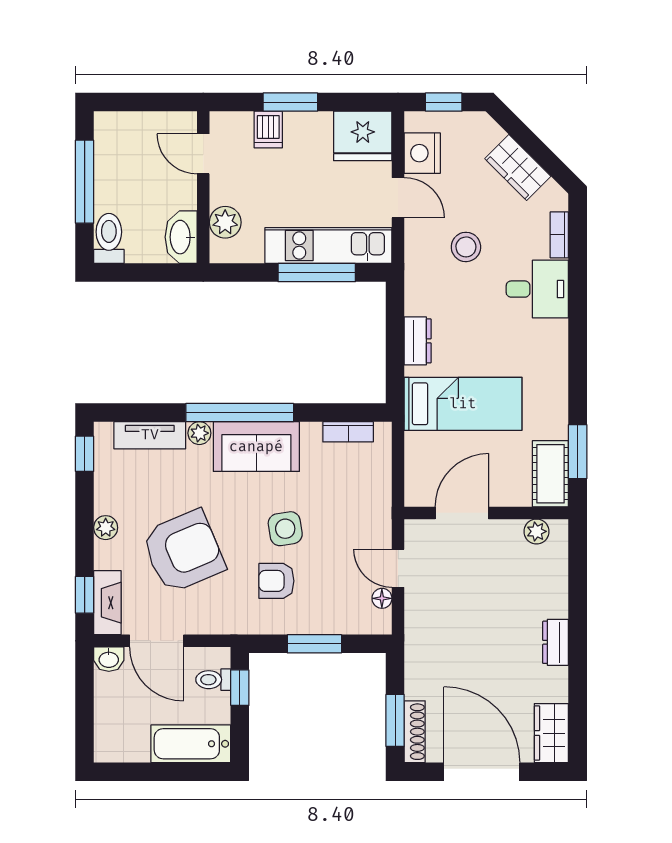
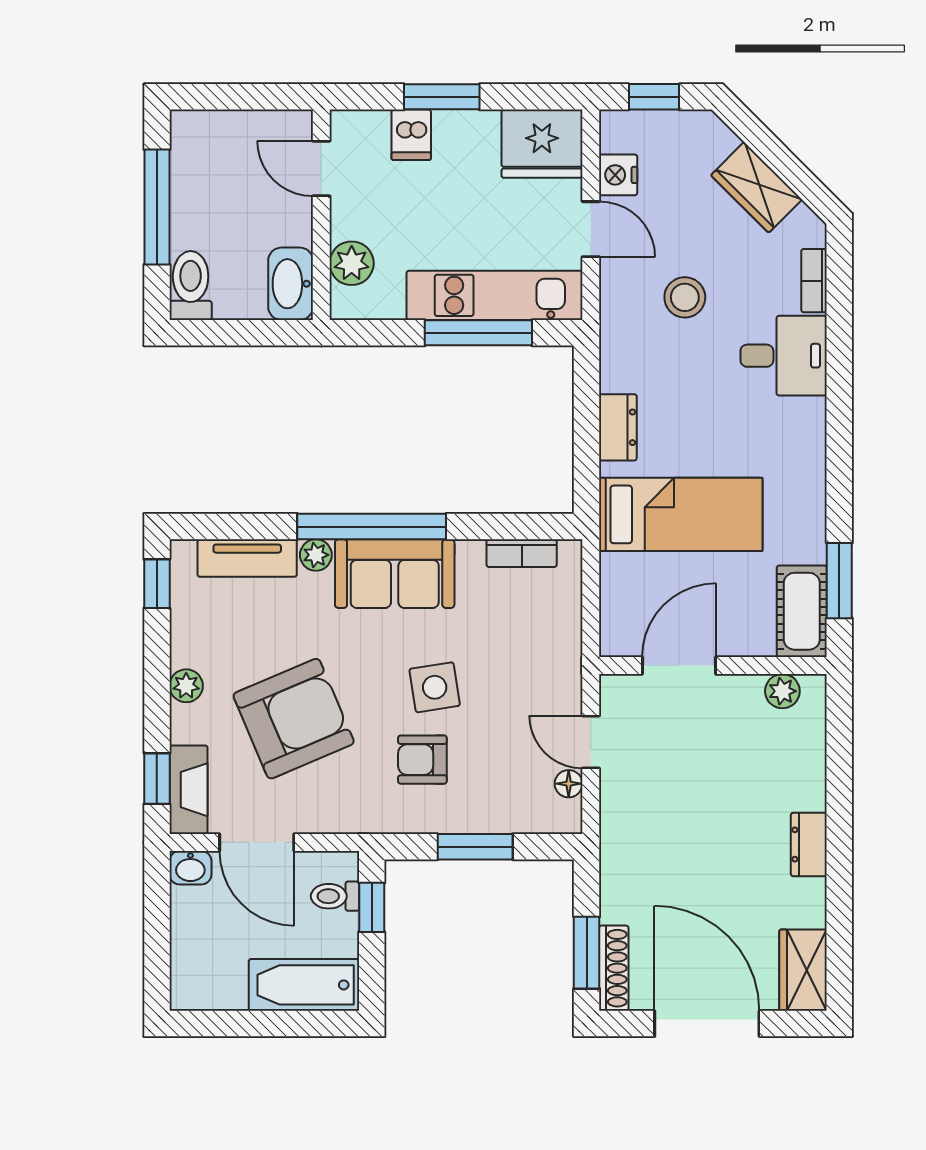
nightstand: (422, 153) -> (618, 175), width x0.74, depth x0.75

